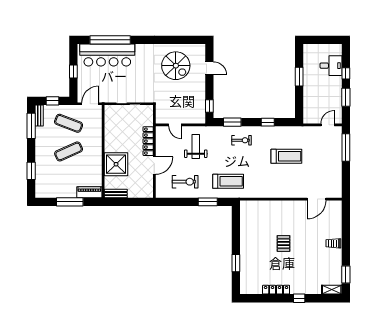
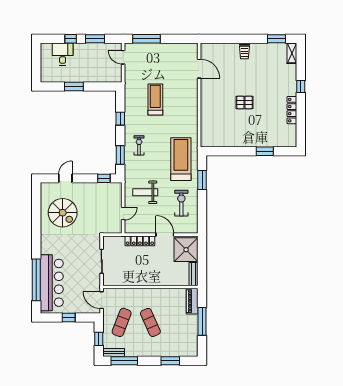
spiral stairs: (176, 66) -> (63, 213), turned 90
shower: (116, 164) -> (186, 250), moved
treadmill: (228, 181) -> (181, 159), width x1.37, depth x1.38

